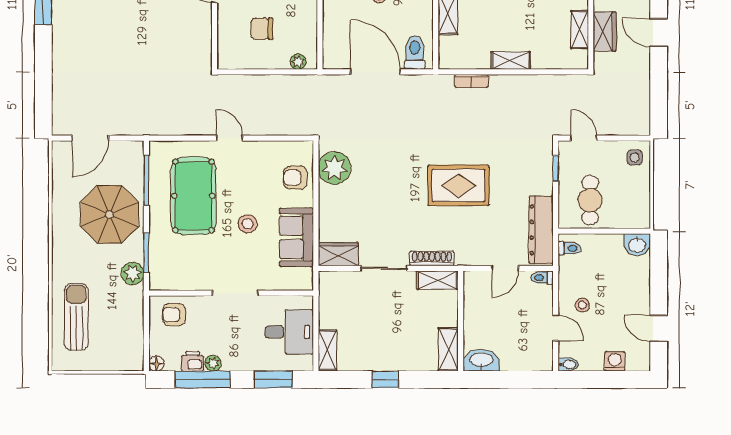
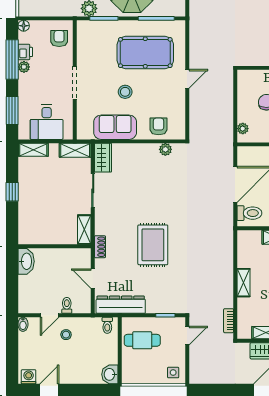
bookcase: (471, 81) -> (229, 321), moved
plant: (334, 168) -> (165, 149), width x0.53, depth x0.53
shoe rack: (432, 258) -> (100, 247), moved, width x0.70
toilet: (542, 278) -> (67, 305), moved
shelving: (448, 349) -> (75, 150), moved
washing machine: (615, 361) -> (29, 377), moved, turned -90

